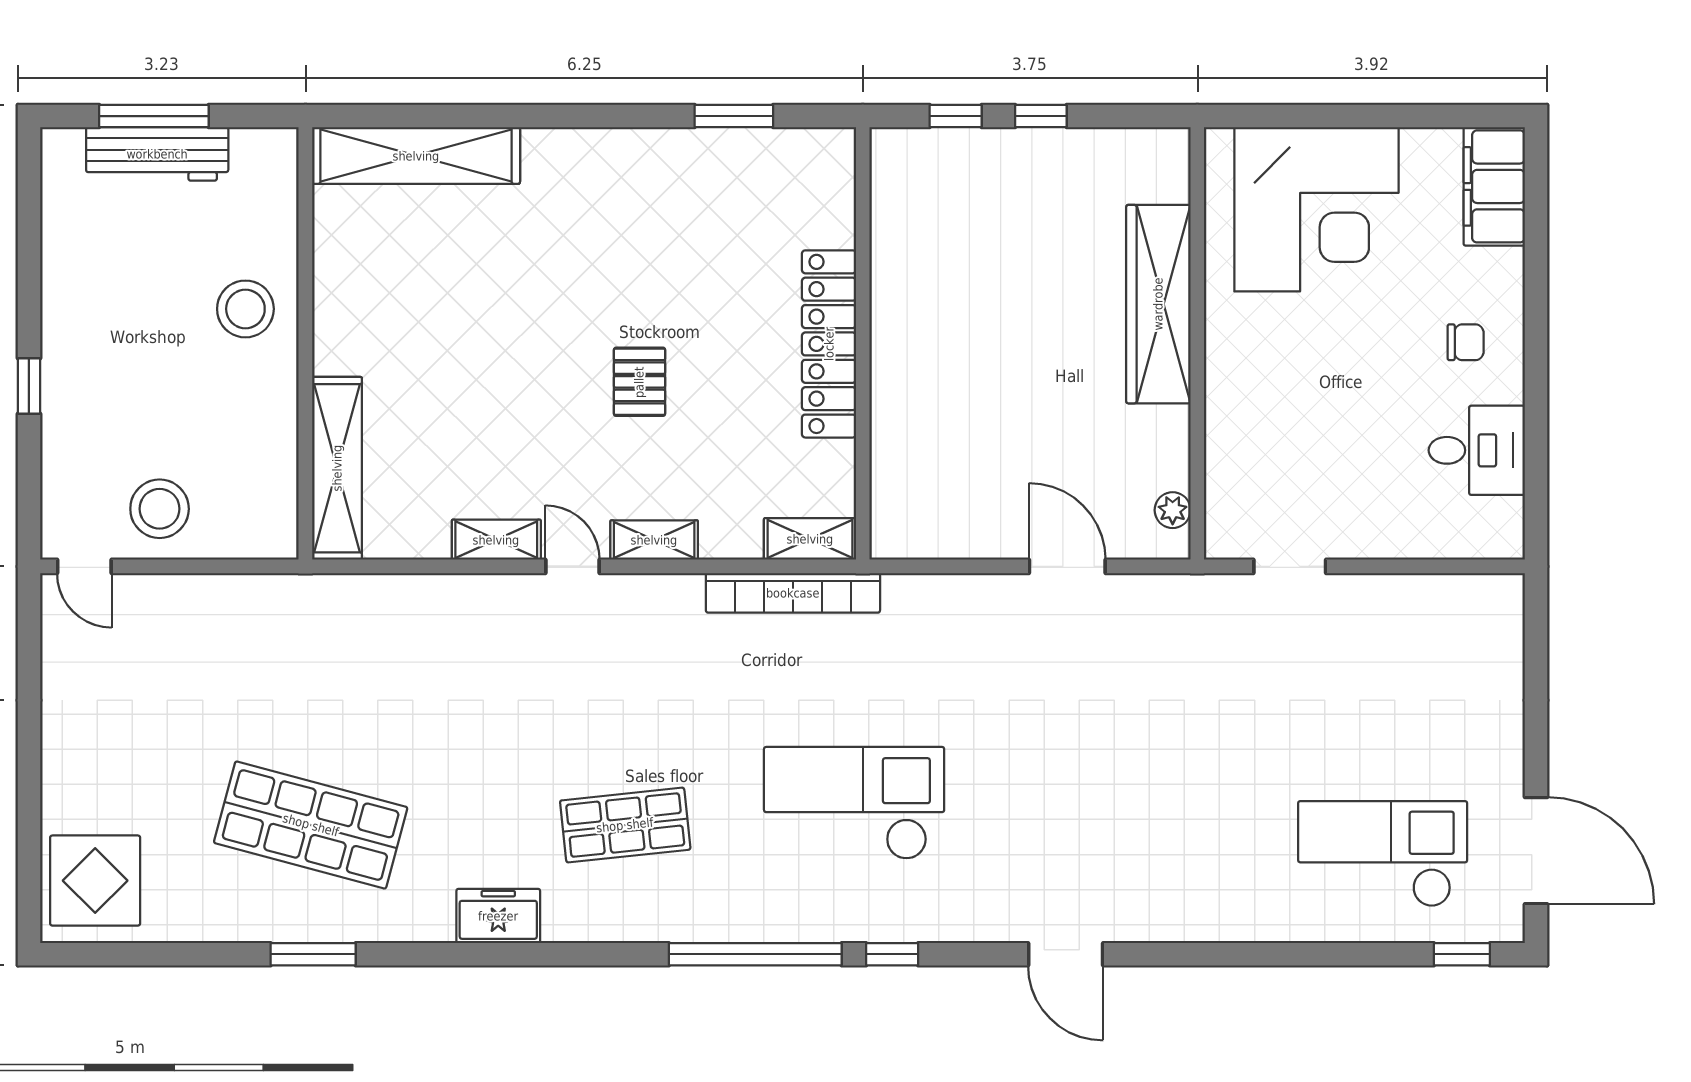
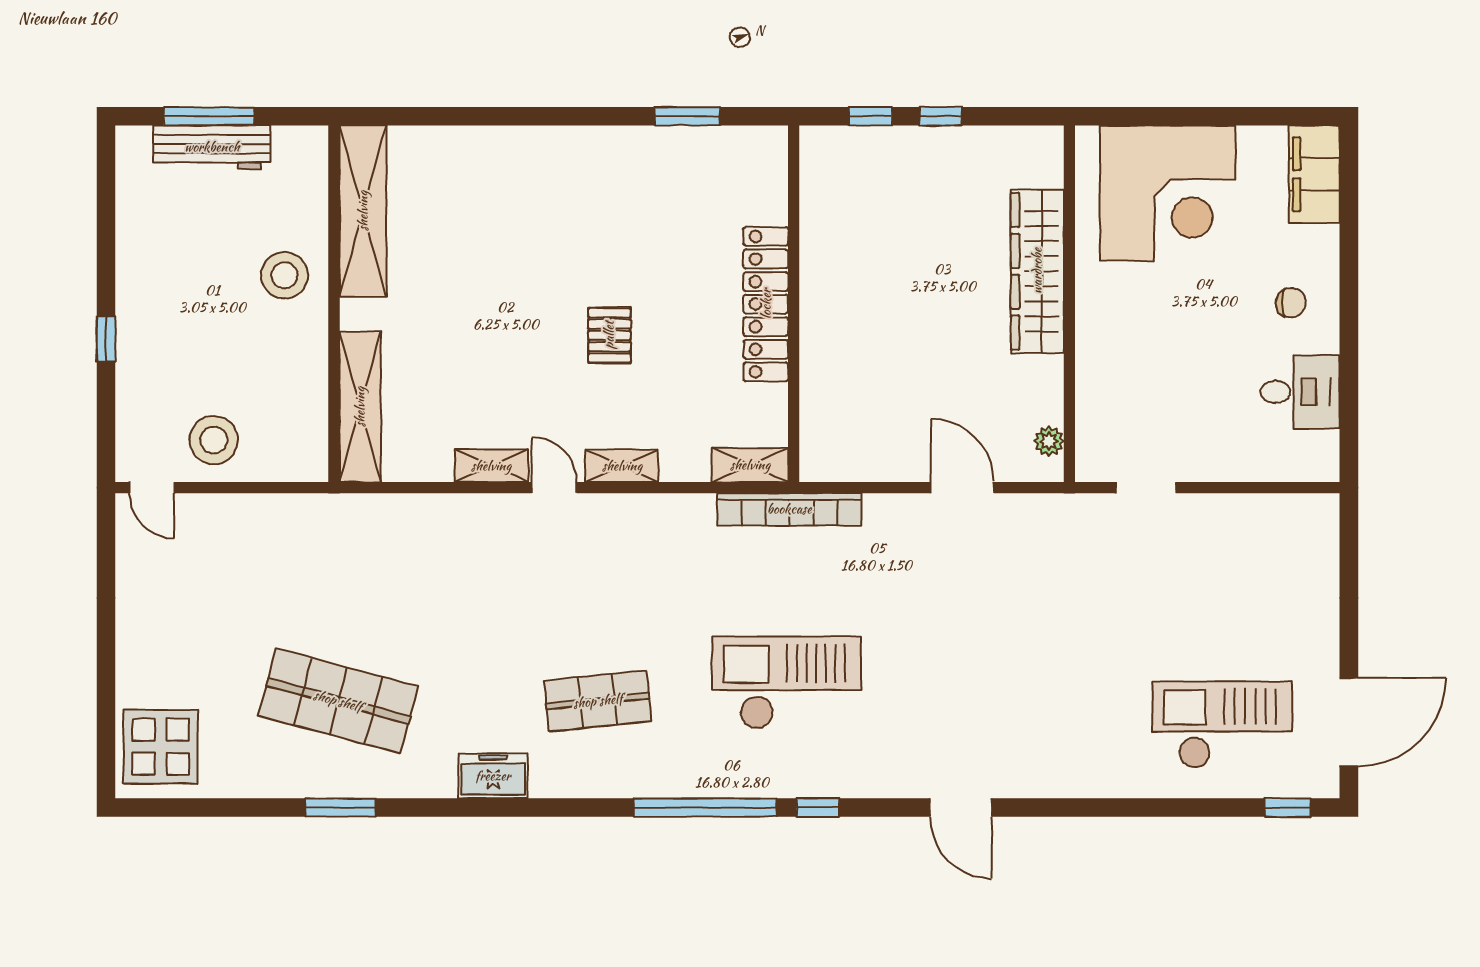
shelving: (416, 156) -> (363, 211), moved, turned 90
bookcase: (793, 593) -> (789, 509), moved
door: (1536, 851) -> (1349, 722), hinge flipped

